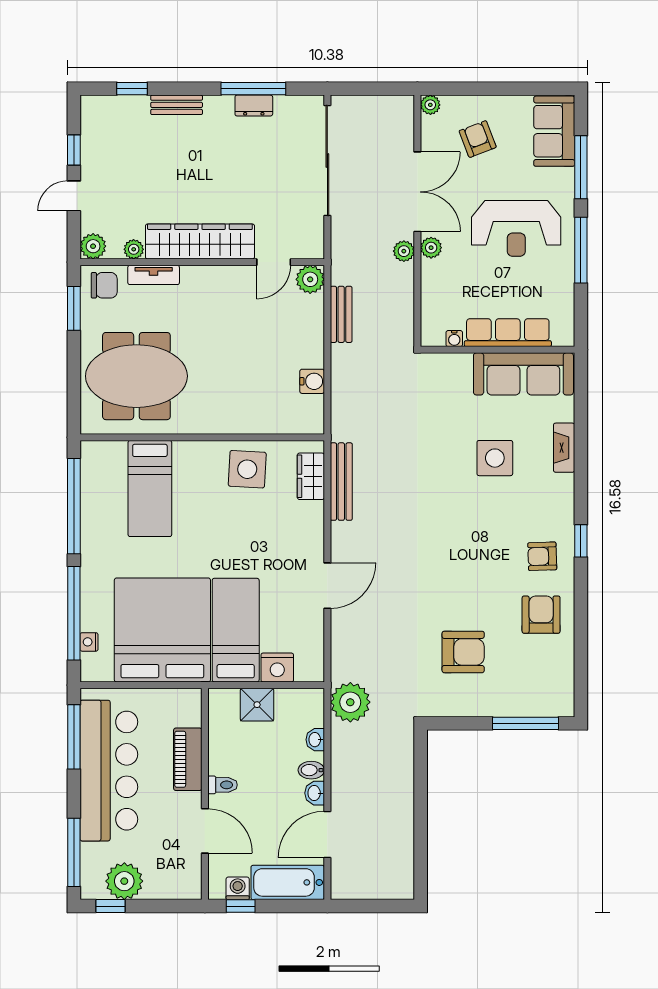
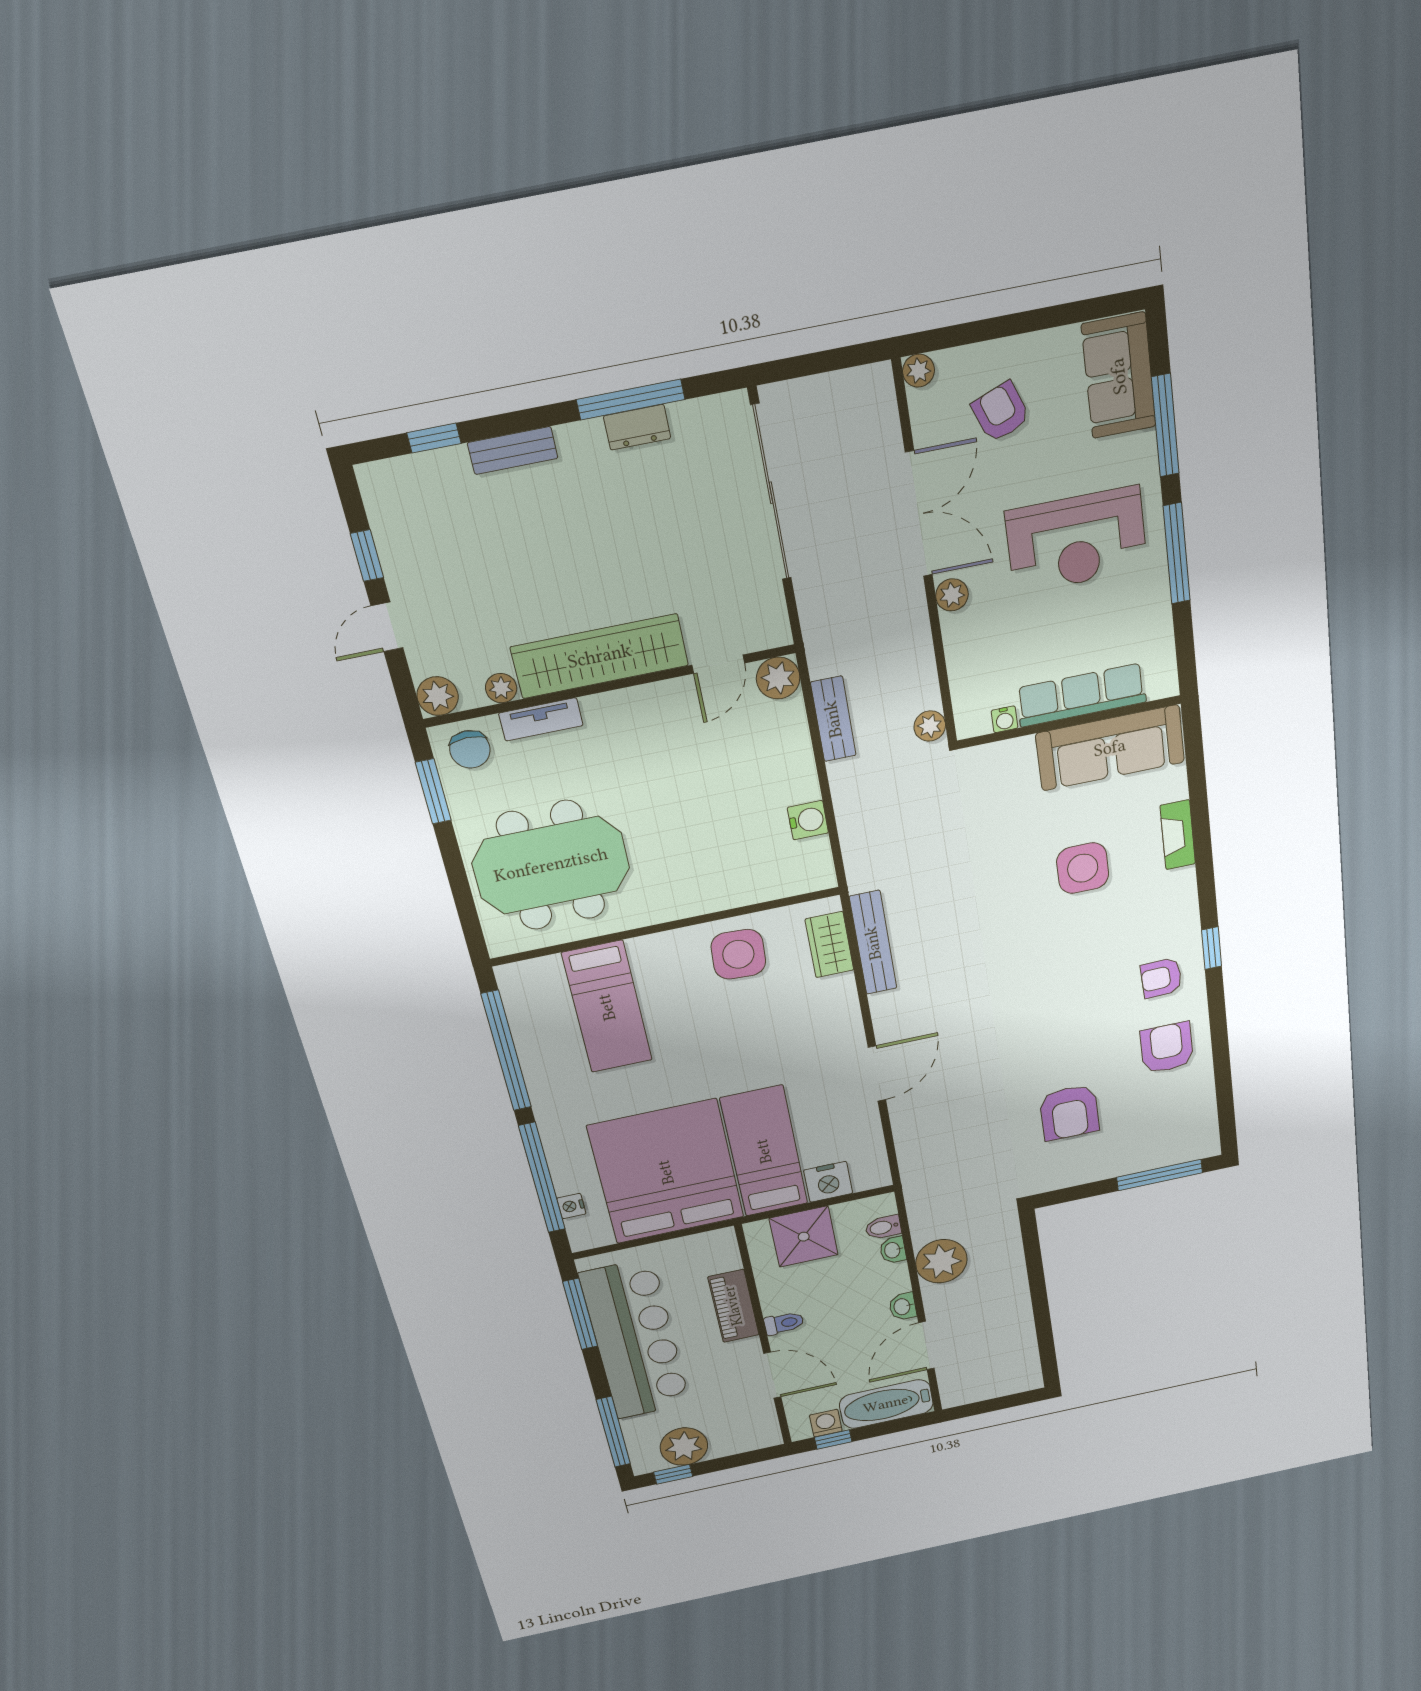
plant: (404, 251) -> (930, 726), moved
chair: (104, 285) -> (470, 749), turned 90
armchair: (463, 652) -> (1069, 1112), turned 90
plant: (350, 702) -> (941, 1261), moved
shower: (257, 705) -> (804, 1237), width x1.36, depth x1.36
bidet: (311, 770) -> (883, 1227), moved

